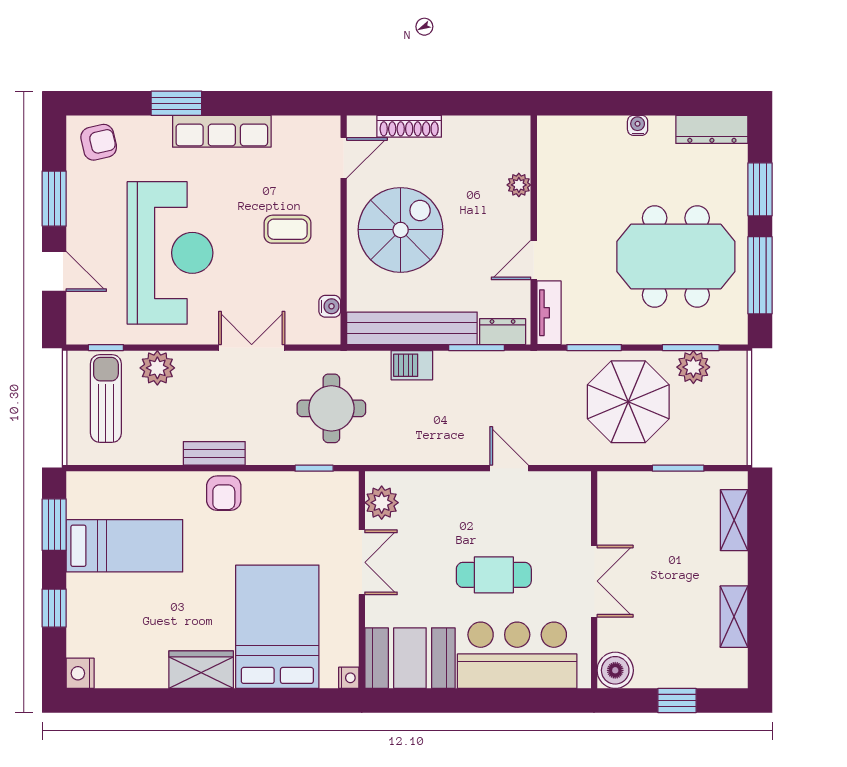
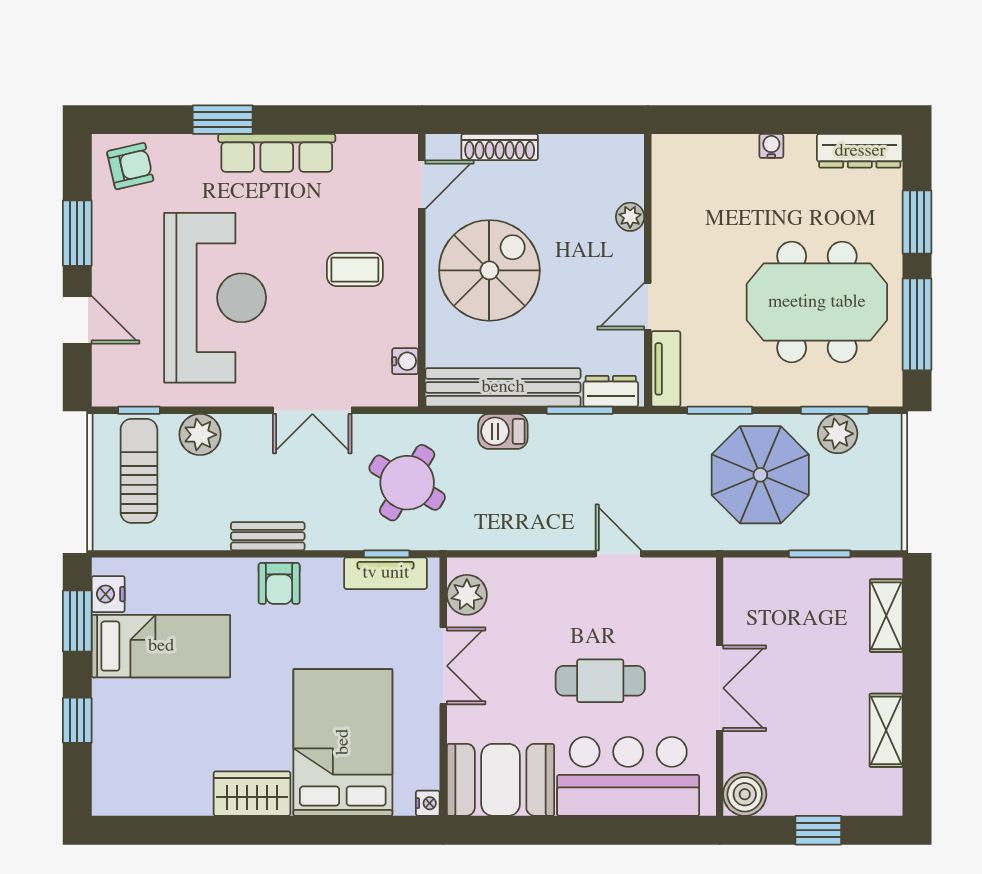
double door: (252, 348) -> (312, 410), swing flipped
round table: (331, 408) -> (407, 483), turned 31
tv unit: (313, 484) -> (386, 573), added
nightstand: (80, 673) -> (108, 594), moved

